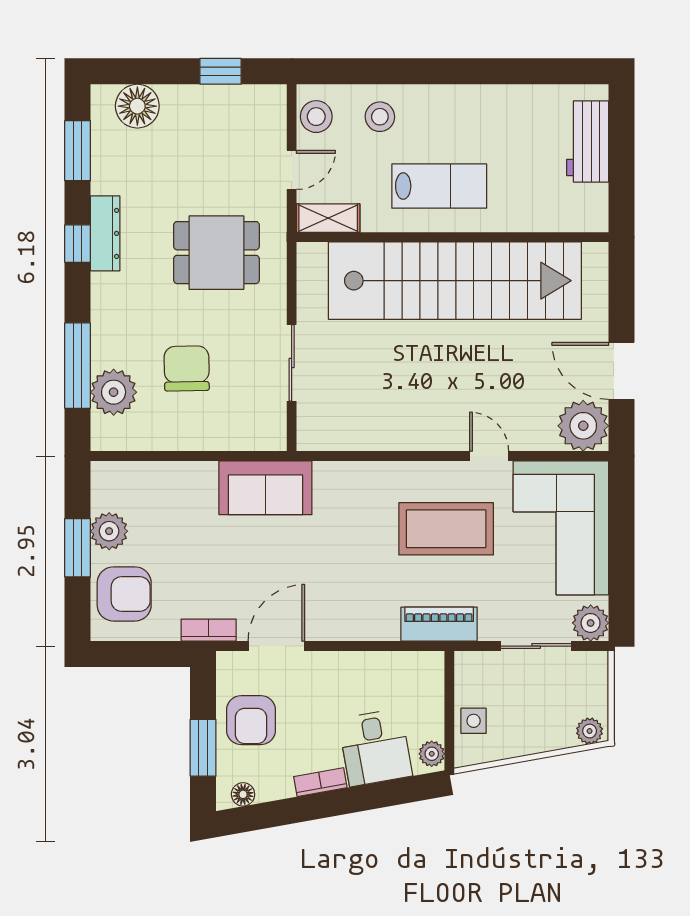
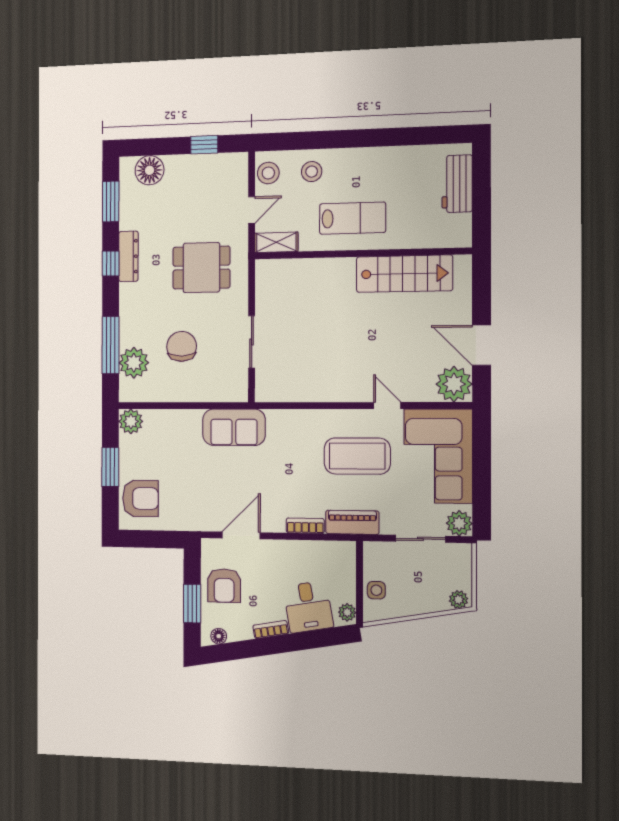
stairs: (455, 281) -> (404, 274), width x0.54, depth x0.66
plant: (109, 531) -> (131, 421), moved
bookcase: (209, 630) -> (305, 526), moved

